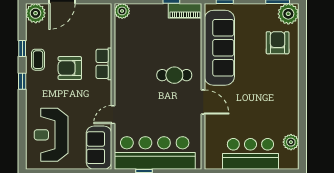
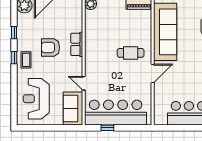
coffee table: (38, 60) -> (26, 60), moved
door: (203, 102) -> (153, 74), hinge flipped
door: (113, 115) -> (84, 83), hinge flipped

